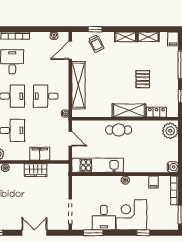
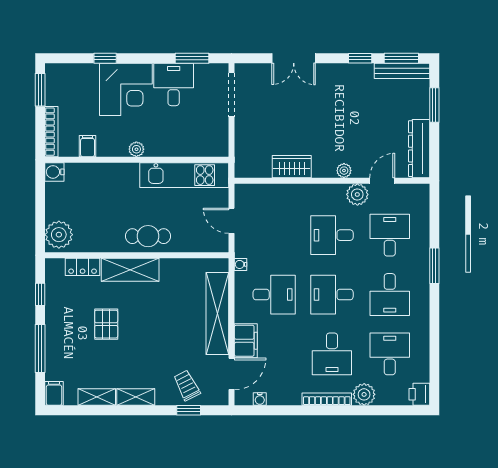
filing cabinet: (40, 154) -> (246, 341), moved, turned -90

